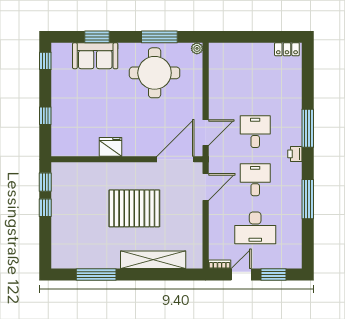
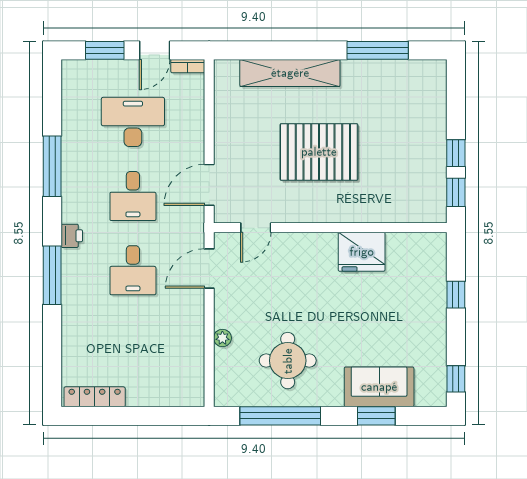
window: (159, 37) -> (280, 416), width x1.46
plant: (197, 48) -> (222, 338), moved
locker: (287, 49) -> (95, 397), width x1.53
round table: (155, 73) -> (288, 361), width x0.73, depth x0.73
fridge: (111, 147) -> (362, 252), width x1.36, depth x1.34
door: (175, 159) -> (256, 228), width x0.53

